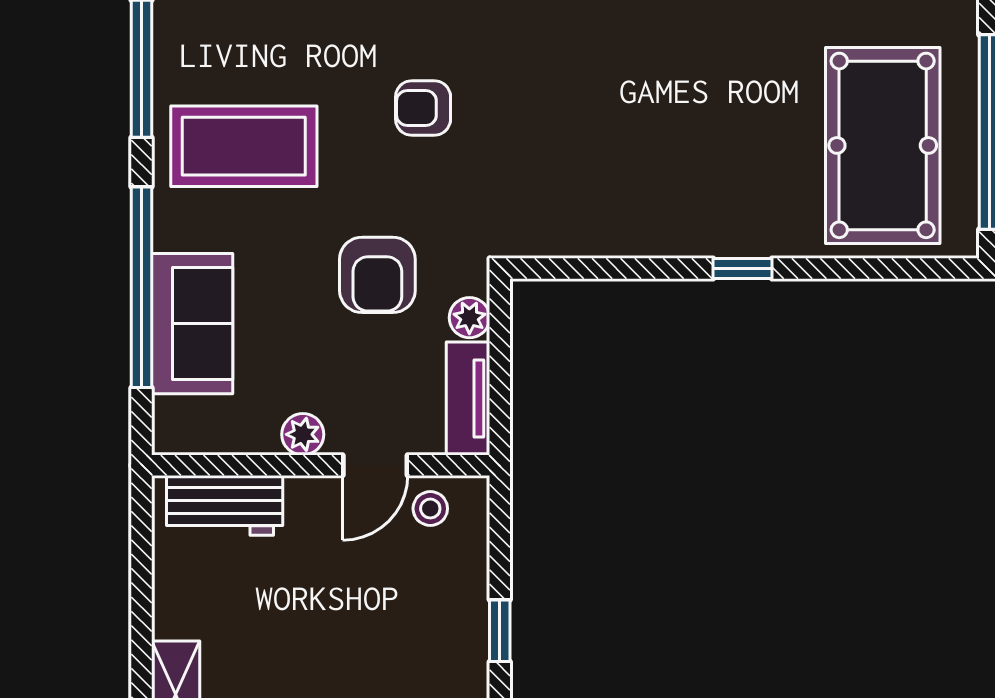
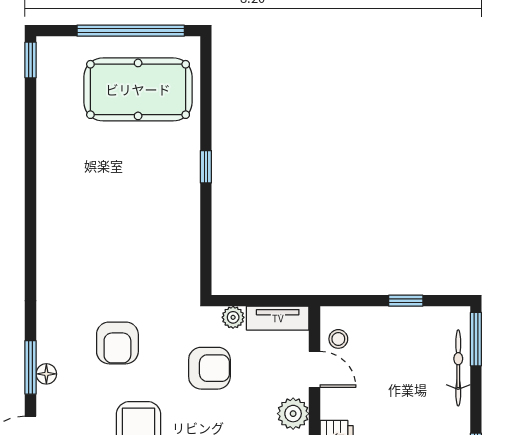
armchair: (423, 108) -> (117, 343), width x1.38, depth x1.38
plant: (303, 434) -> (293, 414), width x1.38, depth x1.38

